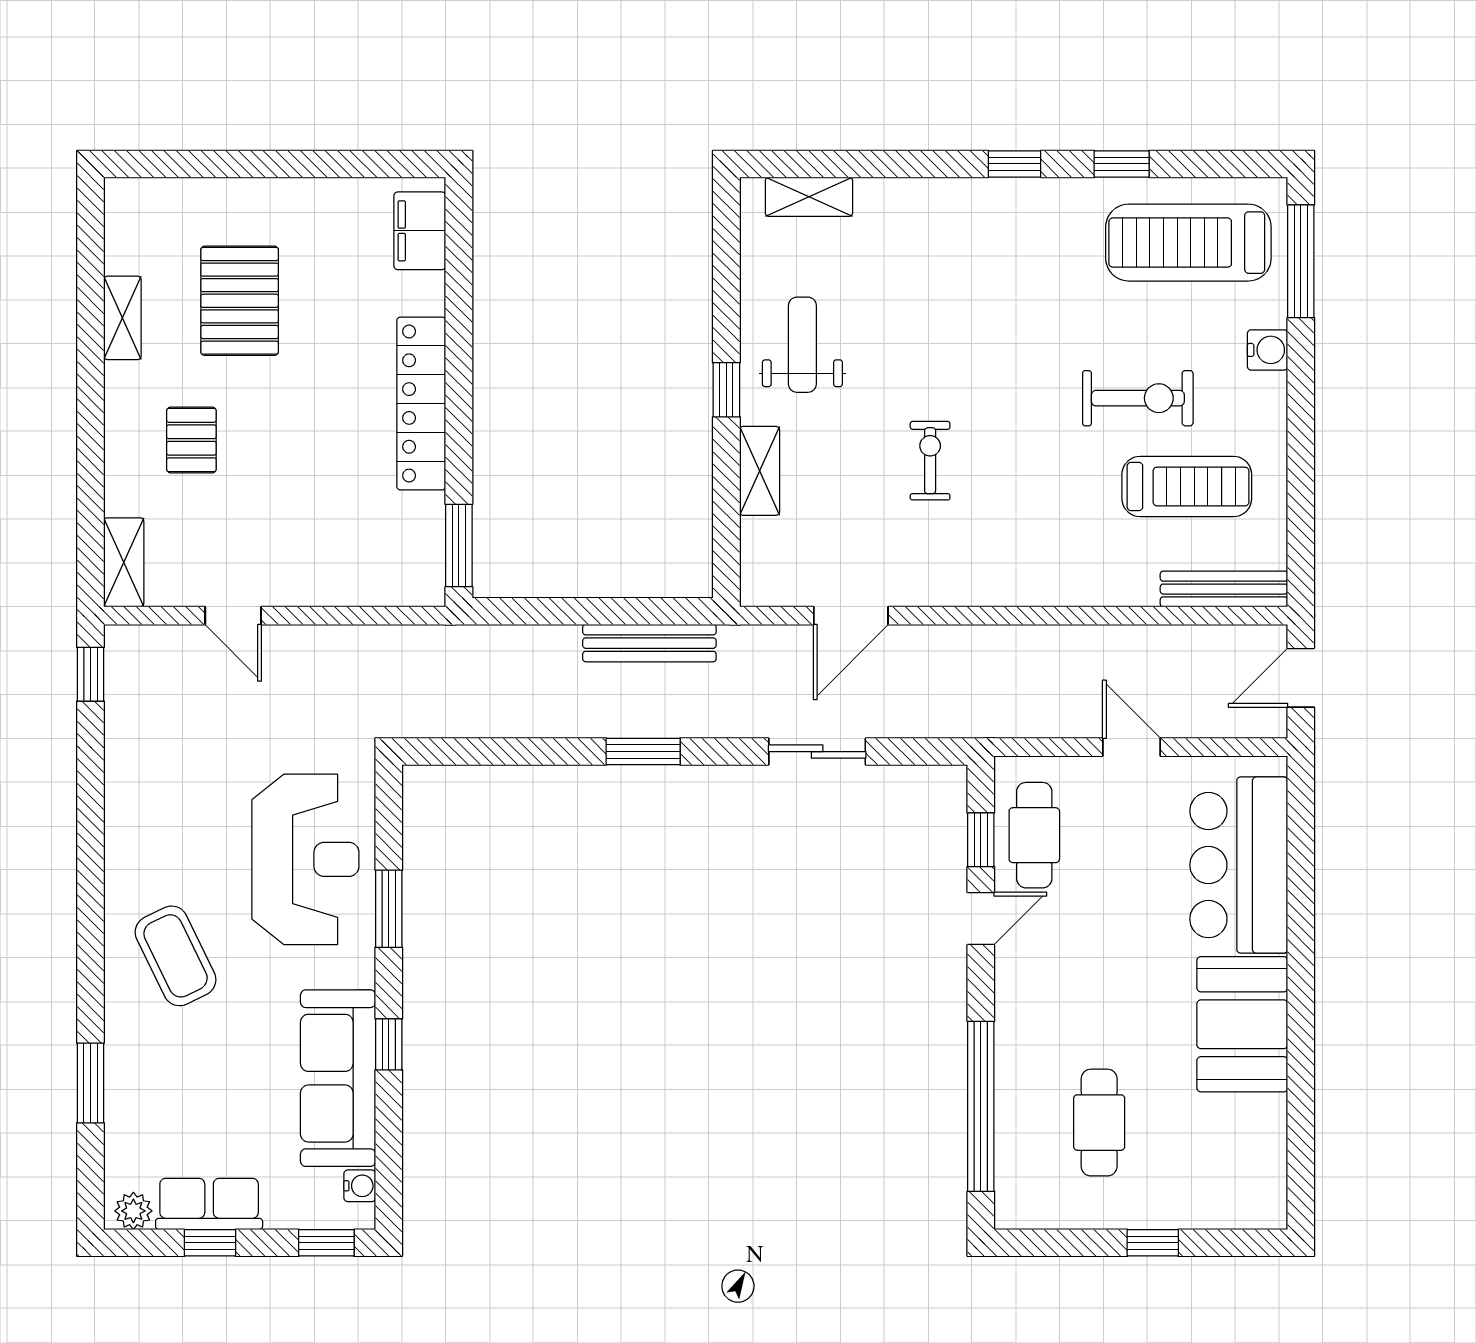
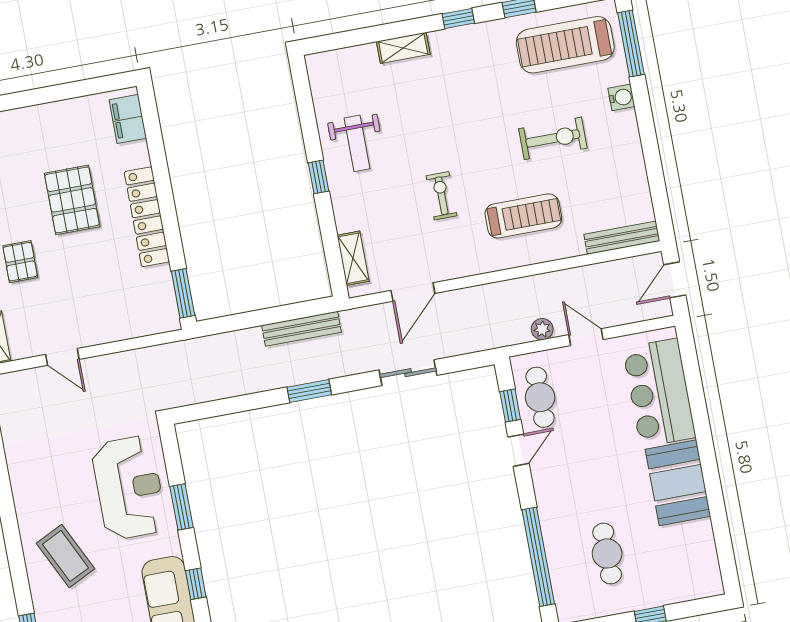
shelving: (809, 197) -> (403, 48), moved
pallet: (240, 301) -> (72, 200), moved
weight bench: (802, 345) -> (357, 143), turned 180
shelving: (760, 471) -> (353, 258), moved
treadmill: (1187, 487) -> (523, 216), moved
plant: (1059, 720) -> (542, 329), added

